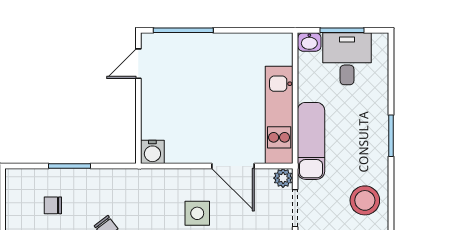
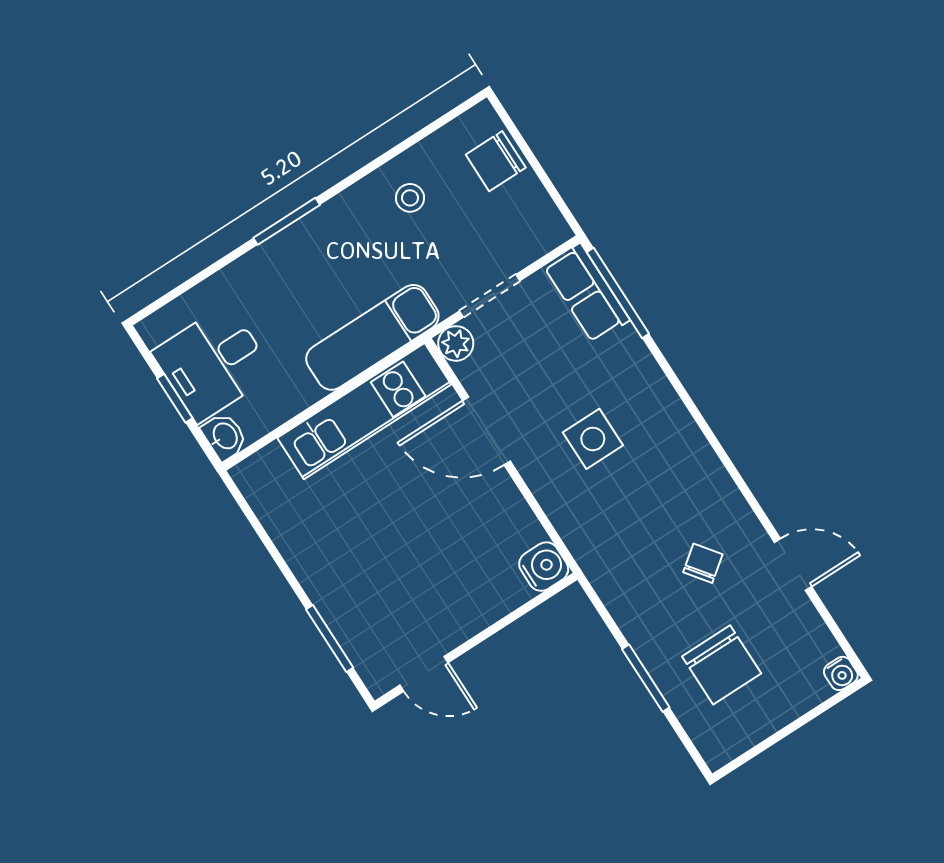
window: (183, 30) -> (330, 639), width x0.69
window: (342, 30) -> (175, 398), width x0.67
door: (233, 166) -> (486, 431), swing flipped
stool: (365, 200) -> (410, 198), width x0.53, depth x0.53
chair: (53, 205) -> (722, 665), width x1.87, depth x1.87

